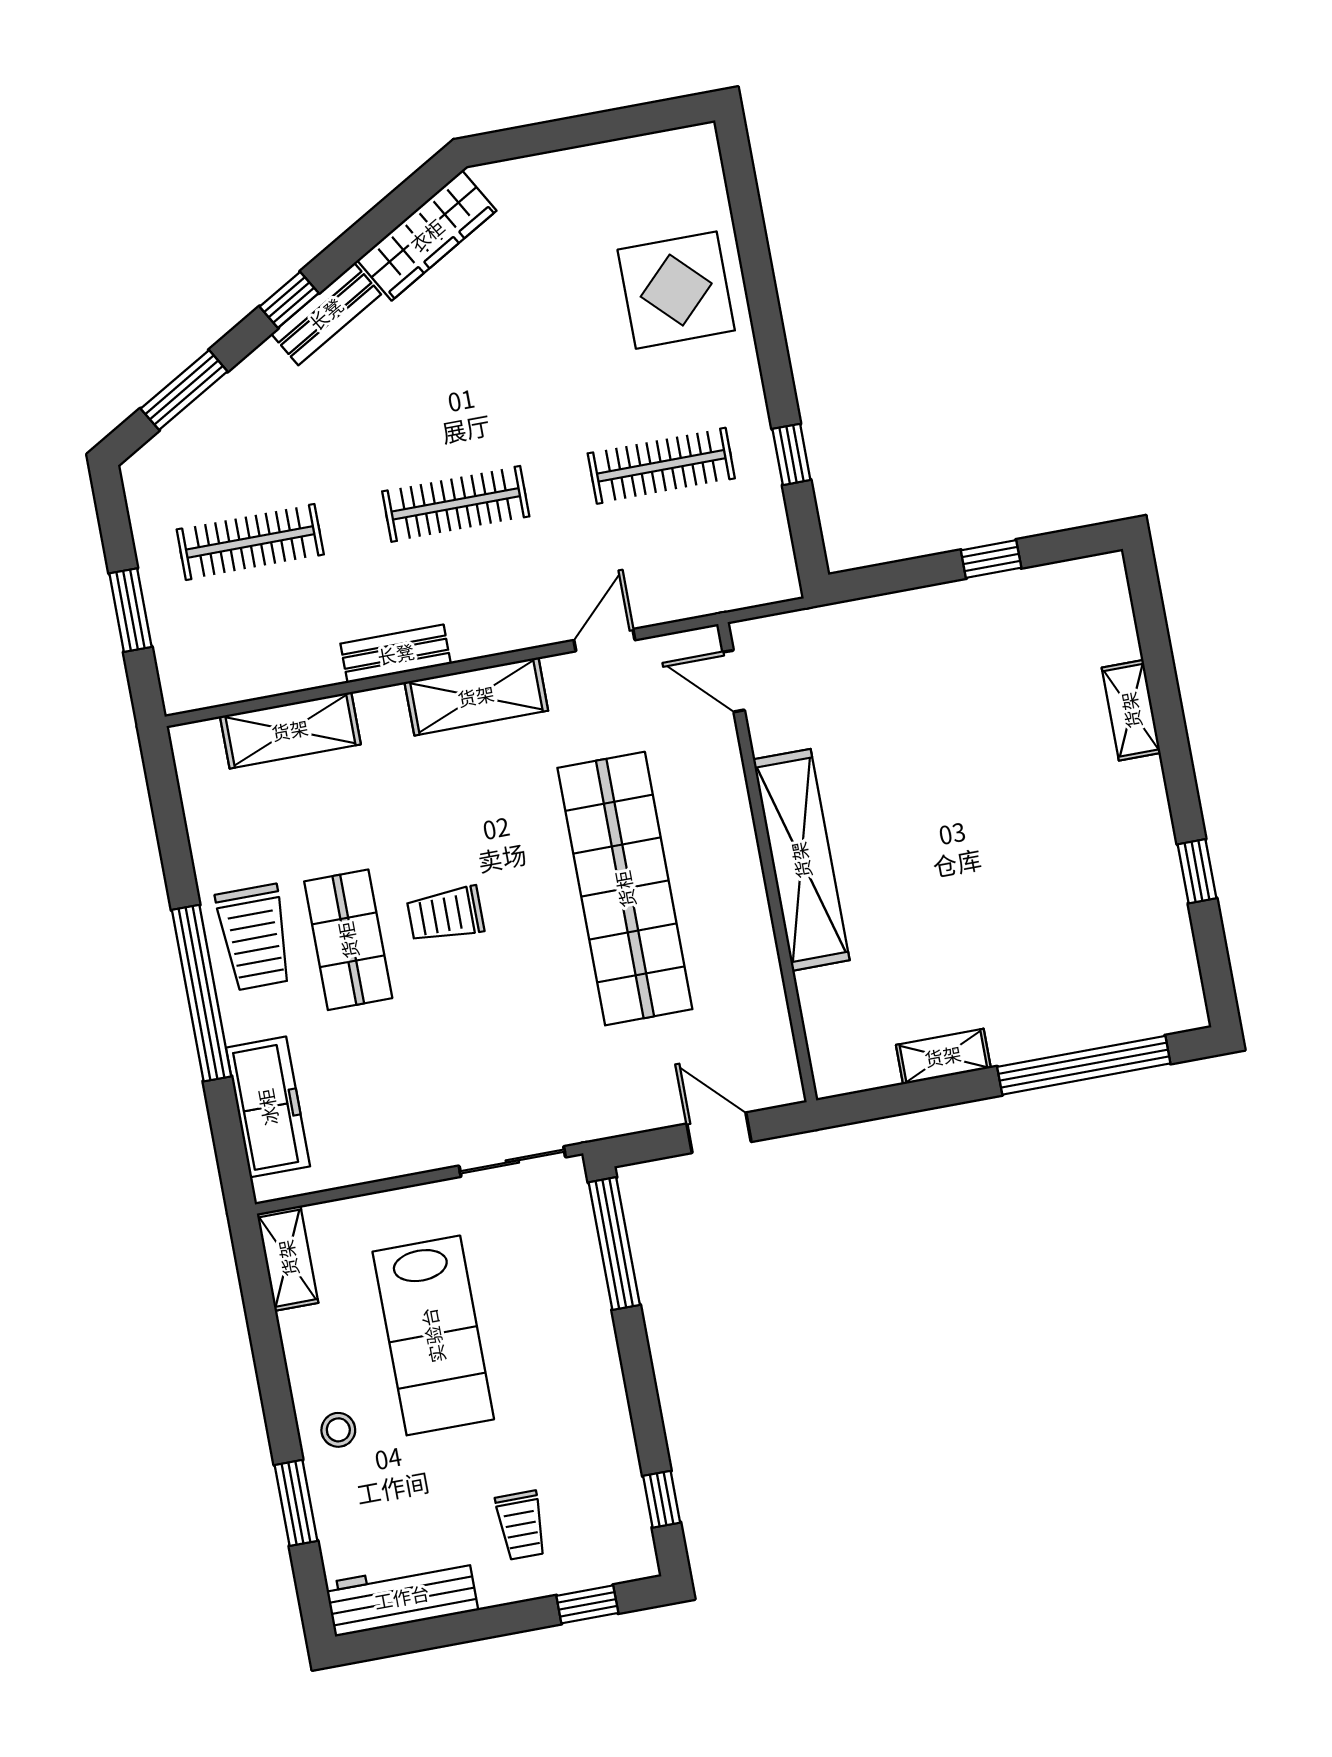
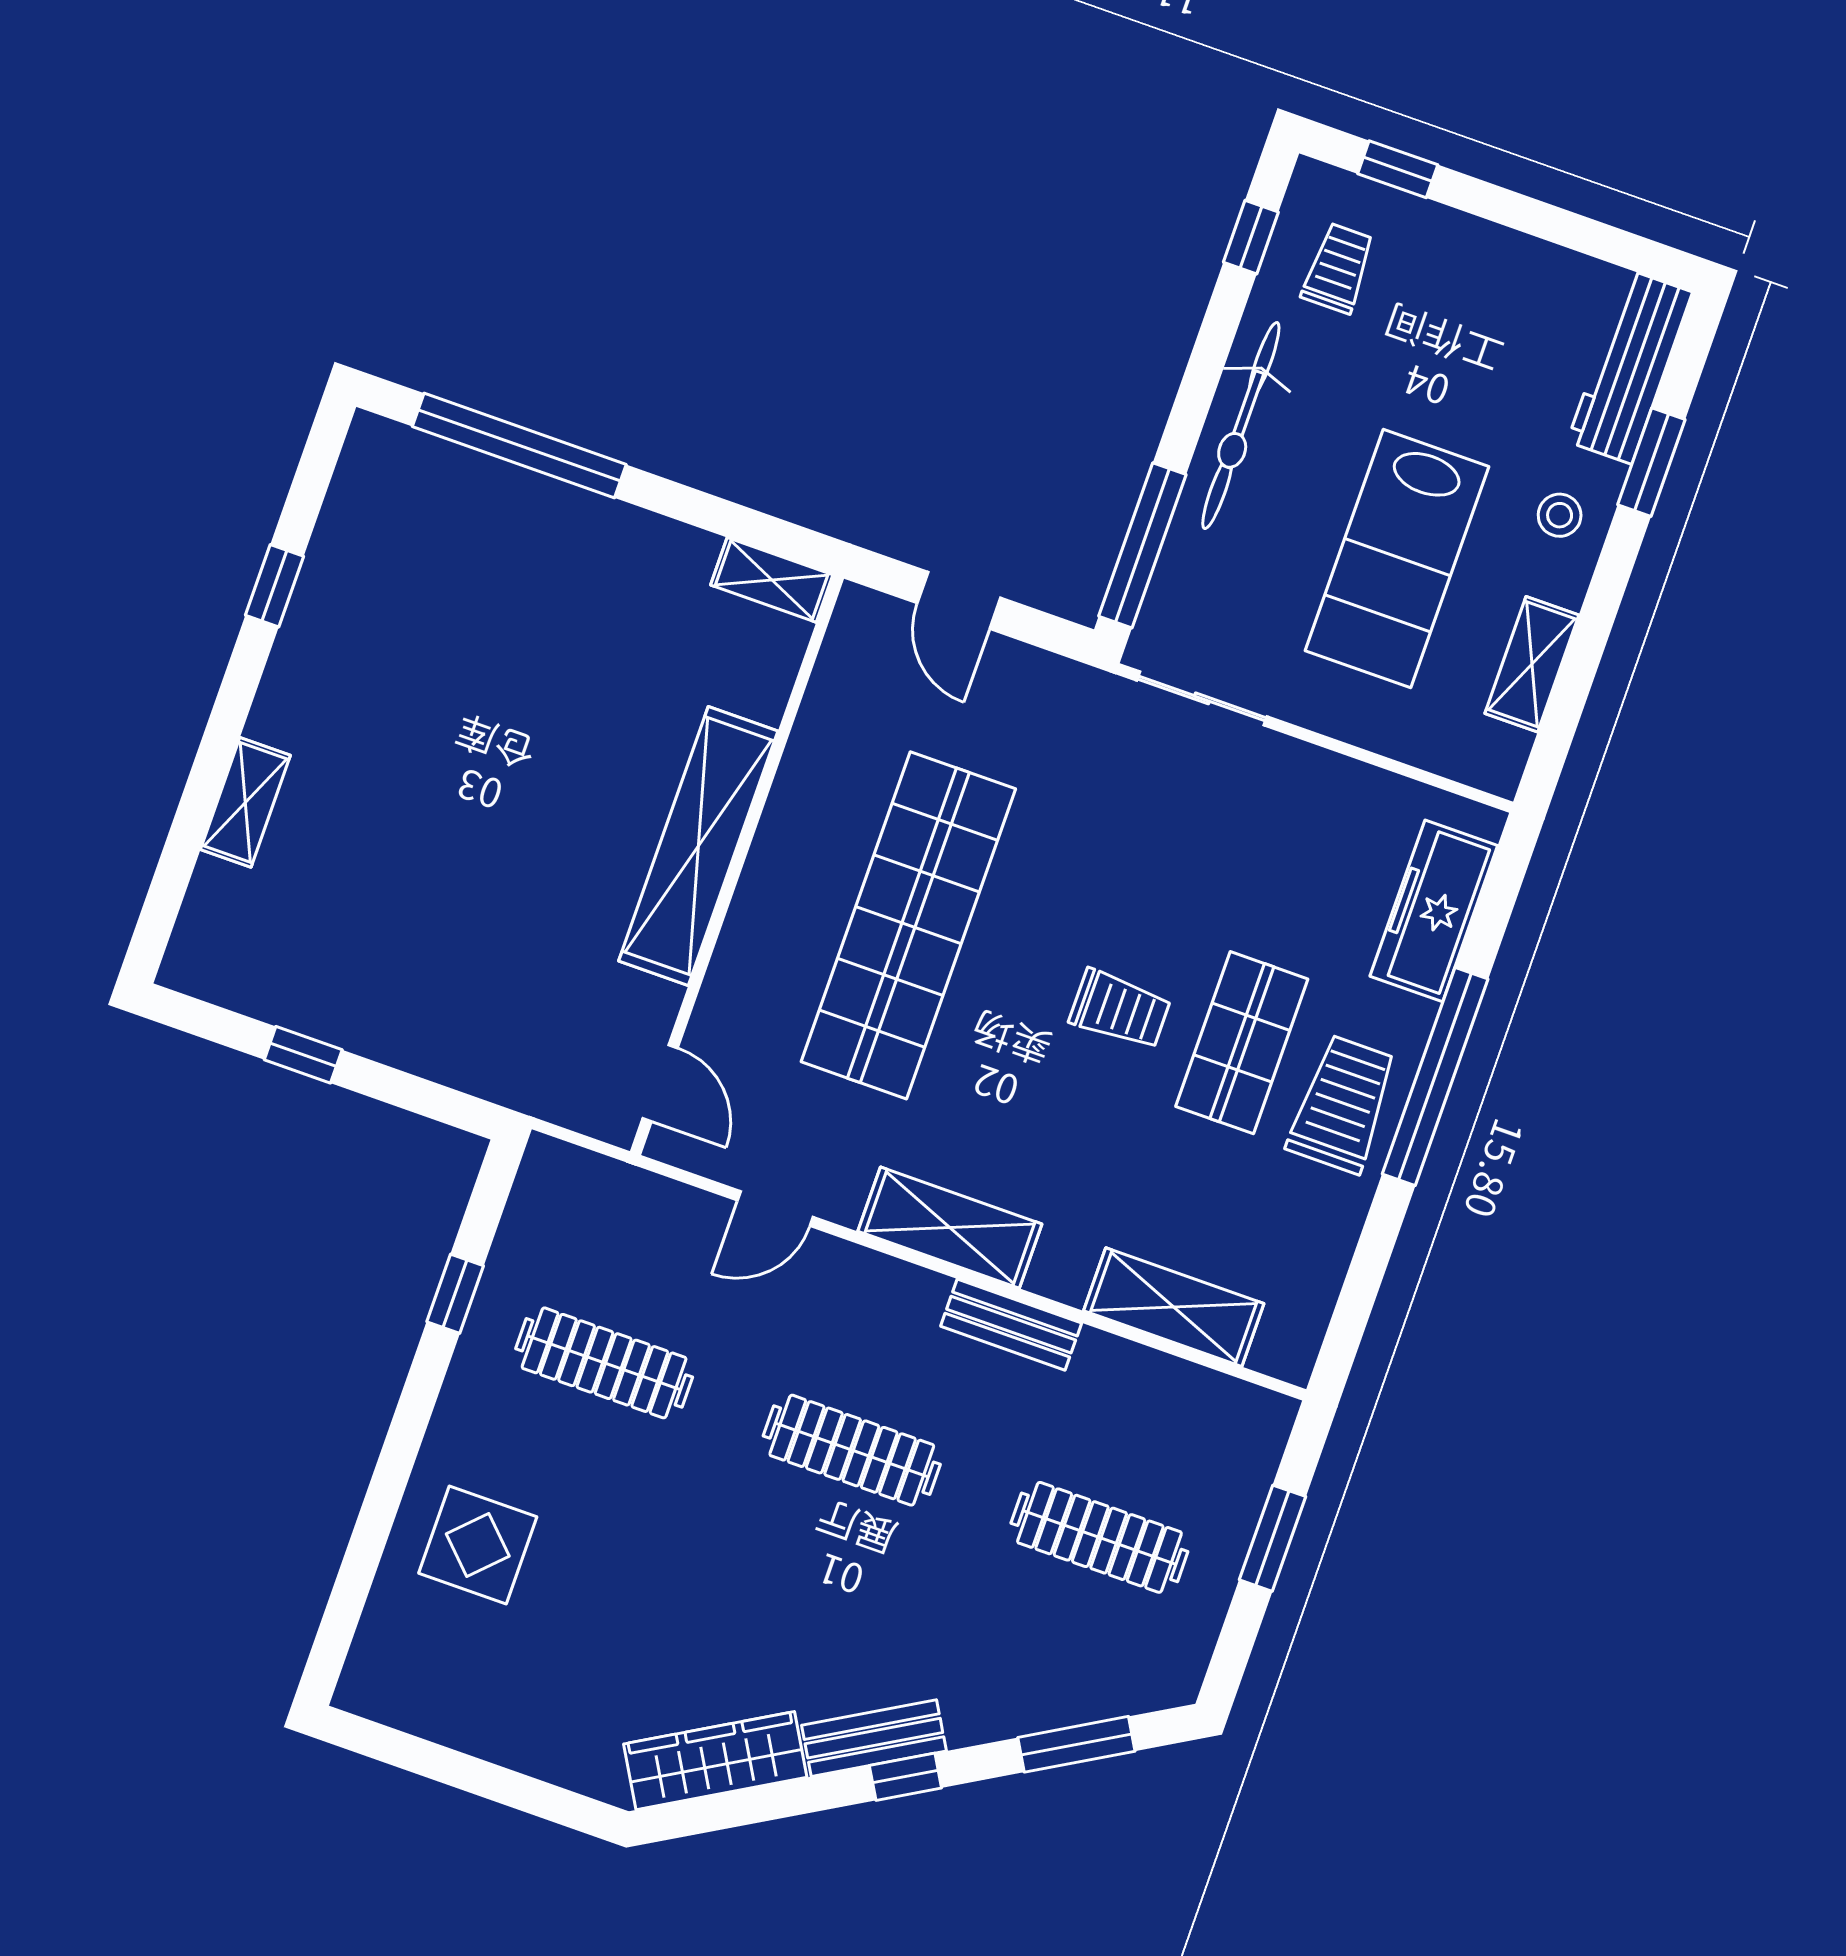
display table: (676, 290) -> (478, 1545), width x0.73, depth x0.73
shelving: (943, 1056) -> (772, 580), moved
shelving: (288, 1258) -> (1532, 664), moved
lab bench: (433, 1335) -> (1397, 559), turned 180
bicycle: (594, 1365) -> (1241, 426), added
trolley: (521, 1525) -> (1338, 268), moved
workbench: (402, 1597) -> (1630, 367), moved, turned 90

